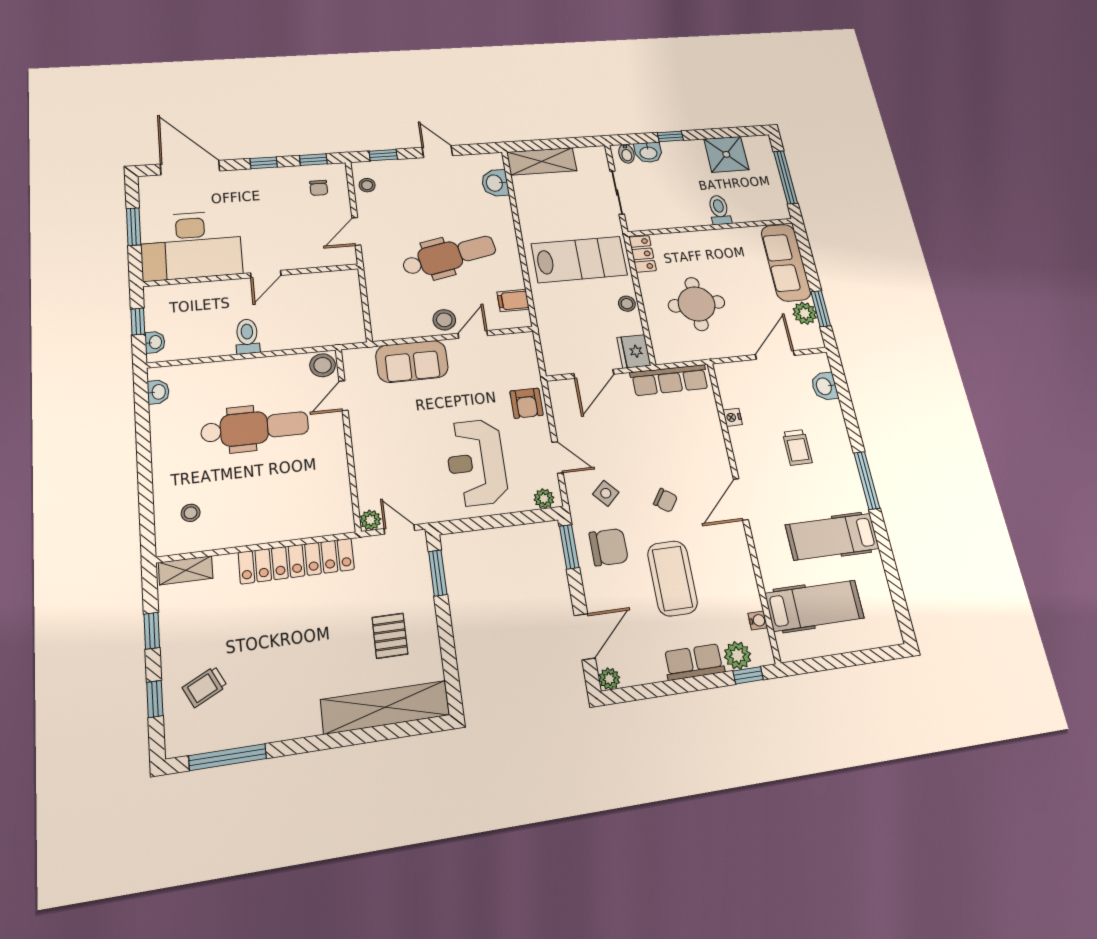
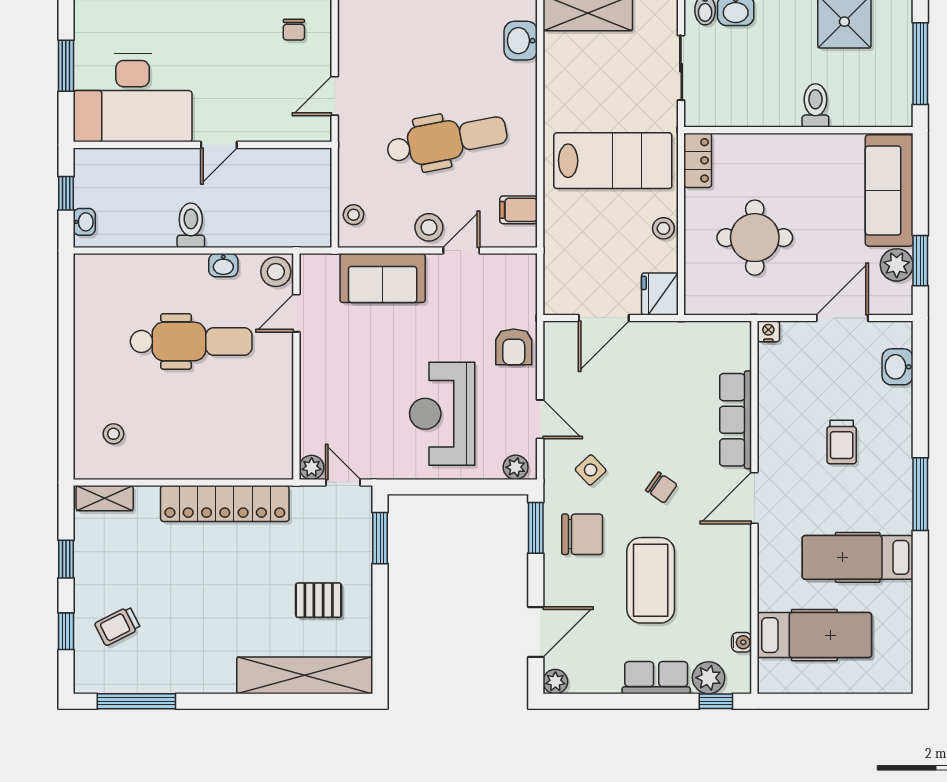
stool: (367, 185) -> (353, 215), moved
row of seats: (670, 380) -> (736, 420), moved, turned 90
washbasin: (158, 392) -> (223, 265), moved, turned 90
nightstand: (733, 417) -> (768, 331), moved, turned 90
pallet: (390, 636) -> (319, 600), turned 90

